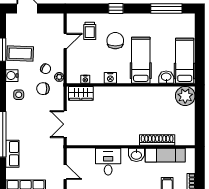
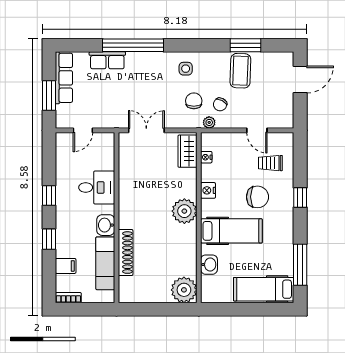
hospital bed: (185, 61) -> (264, 289), moved, turned 180
water cooler: (12, 76) -> (211, 60), removed
plant: (126, 96) -> (184, 211), added

